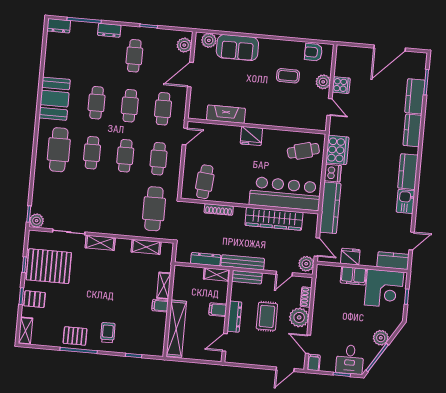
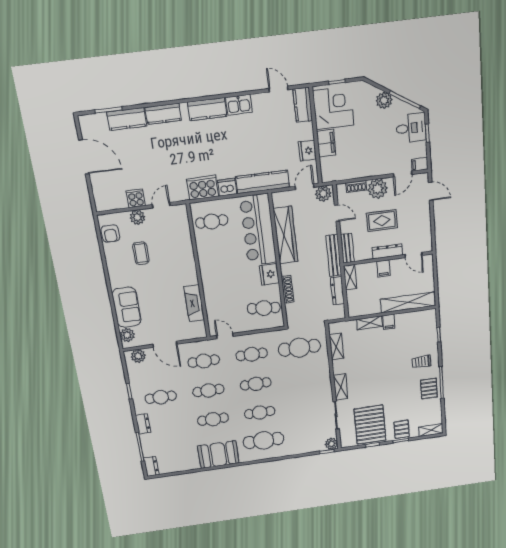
fridge: (251, 136) -> (269, 274), moved, turned 180
cafe table: (303, 151) -> (212, 221), turned -75

